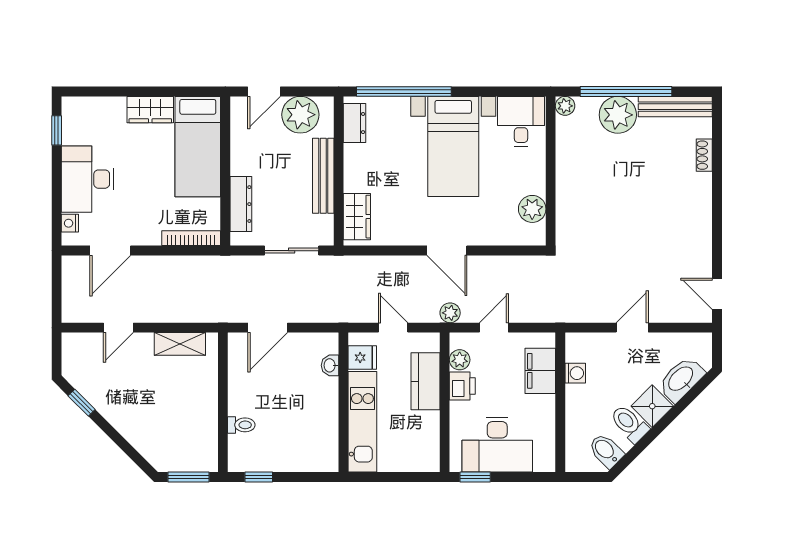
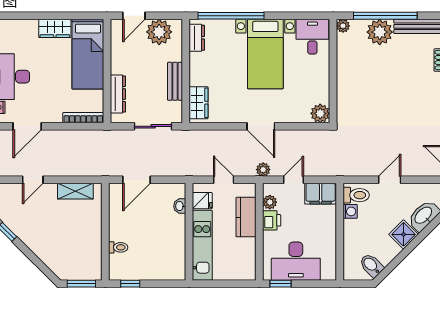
bench: (323, 176) -> (175, 81), width x0.73
plant: (532, 209) -> (320, 113), moved
filing cabinet: (540, 371) -> (321, 194), moved, turned -90
toilet: (629, 424) -> (356, 195), moved, turned 135

